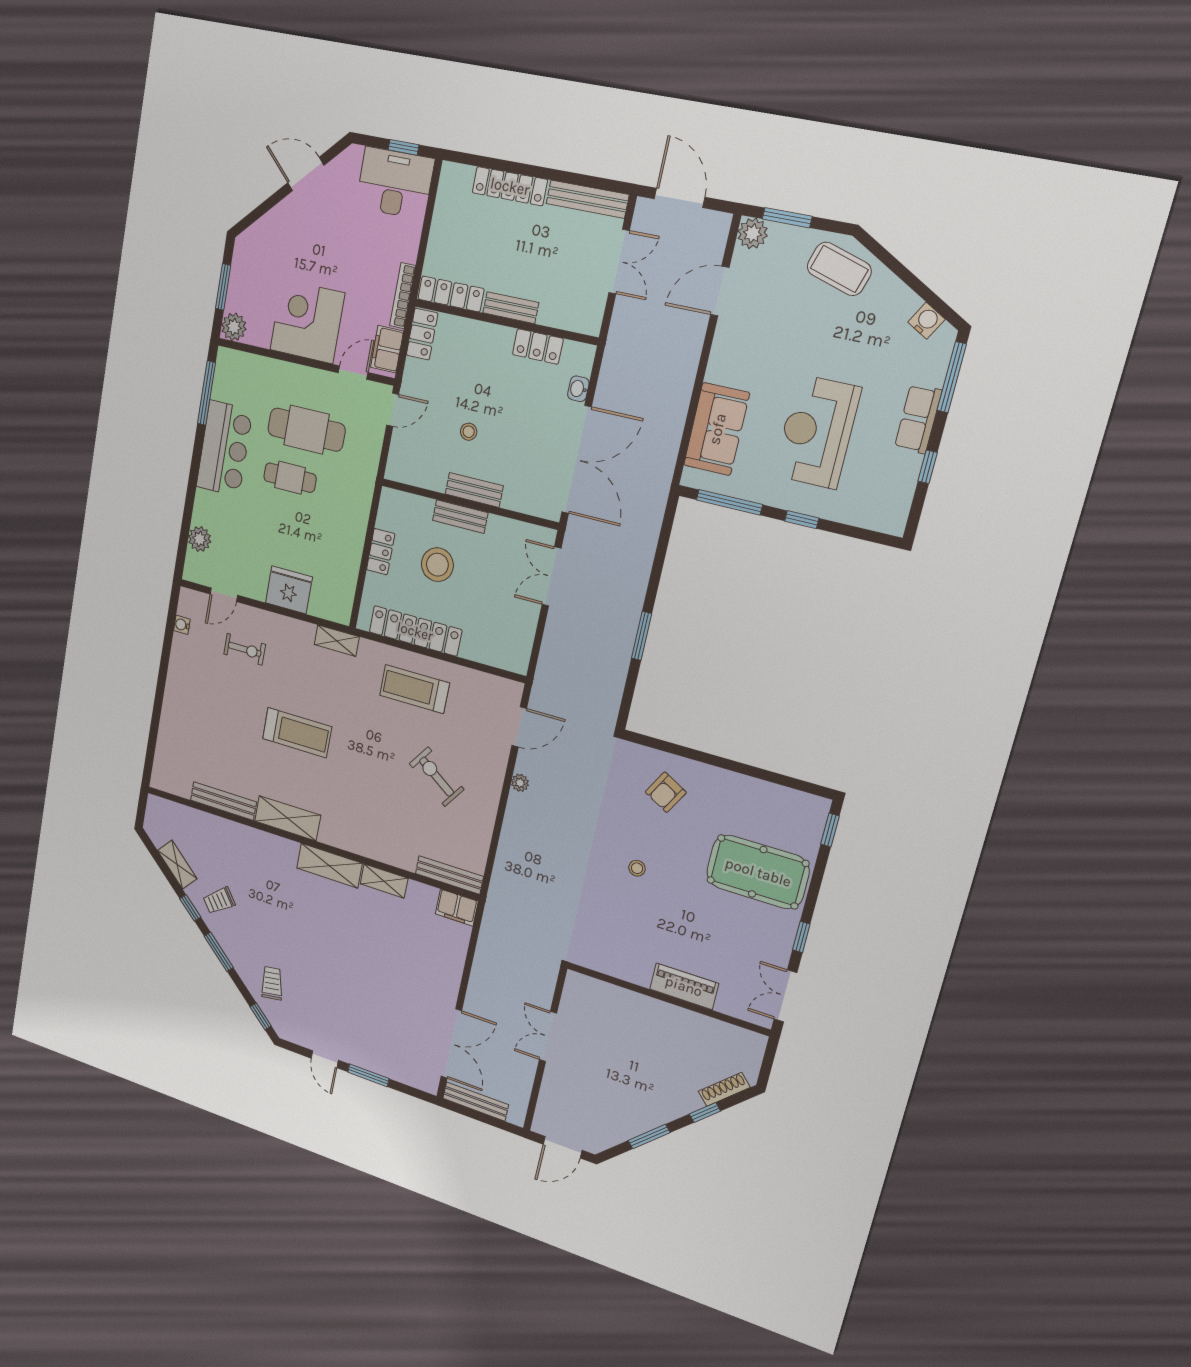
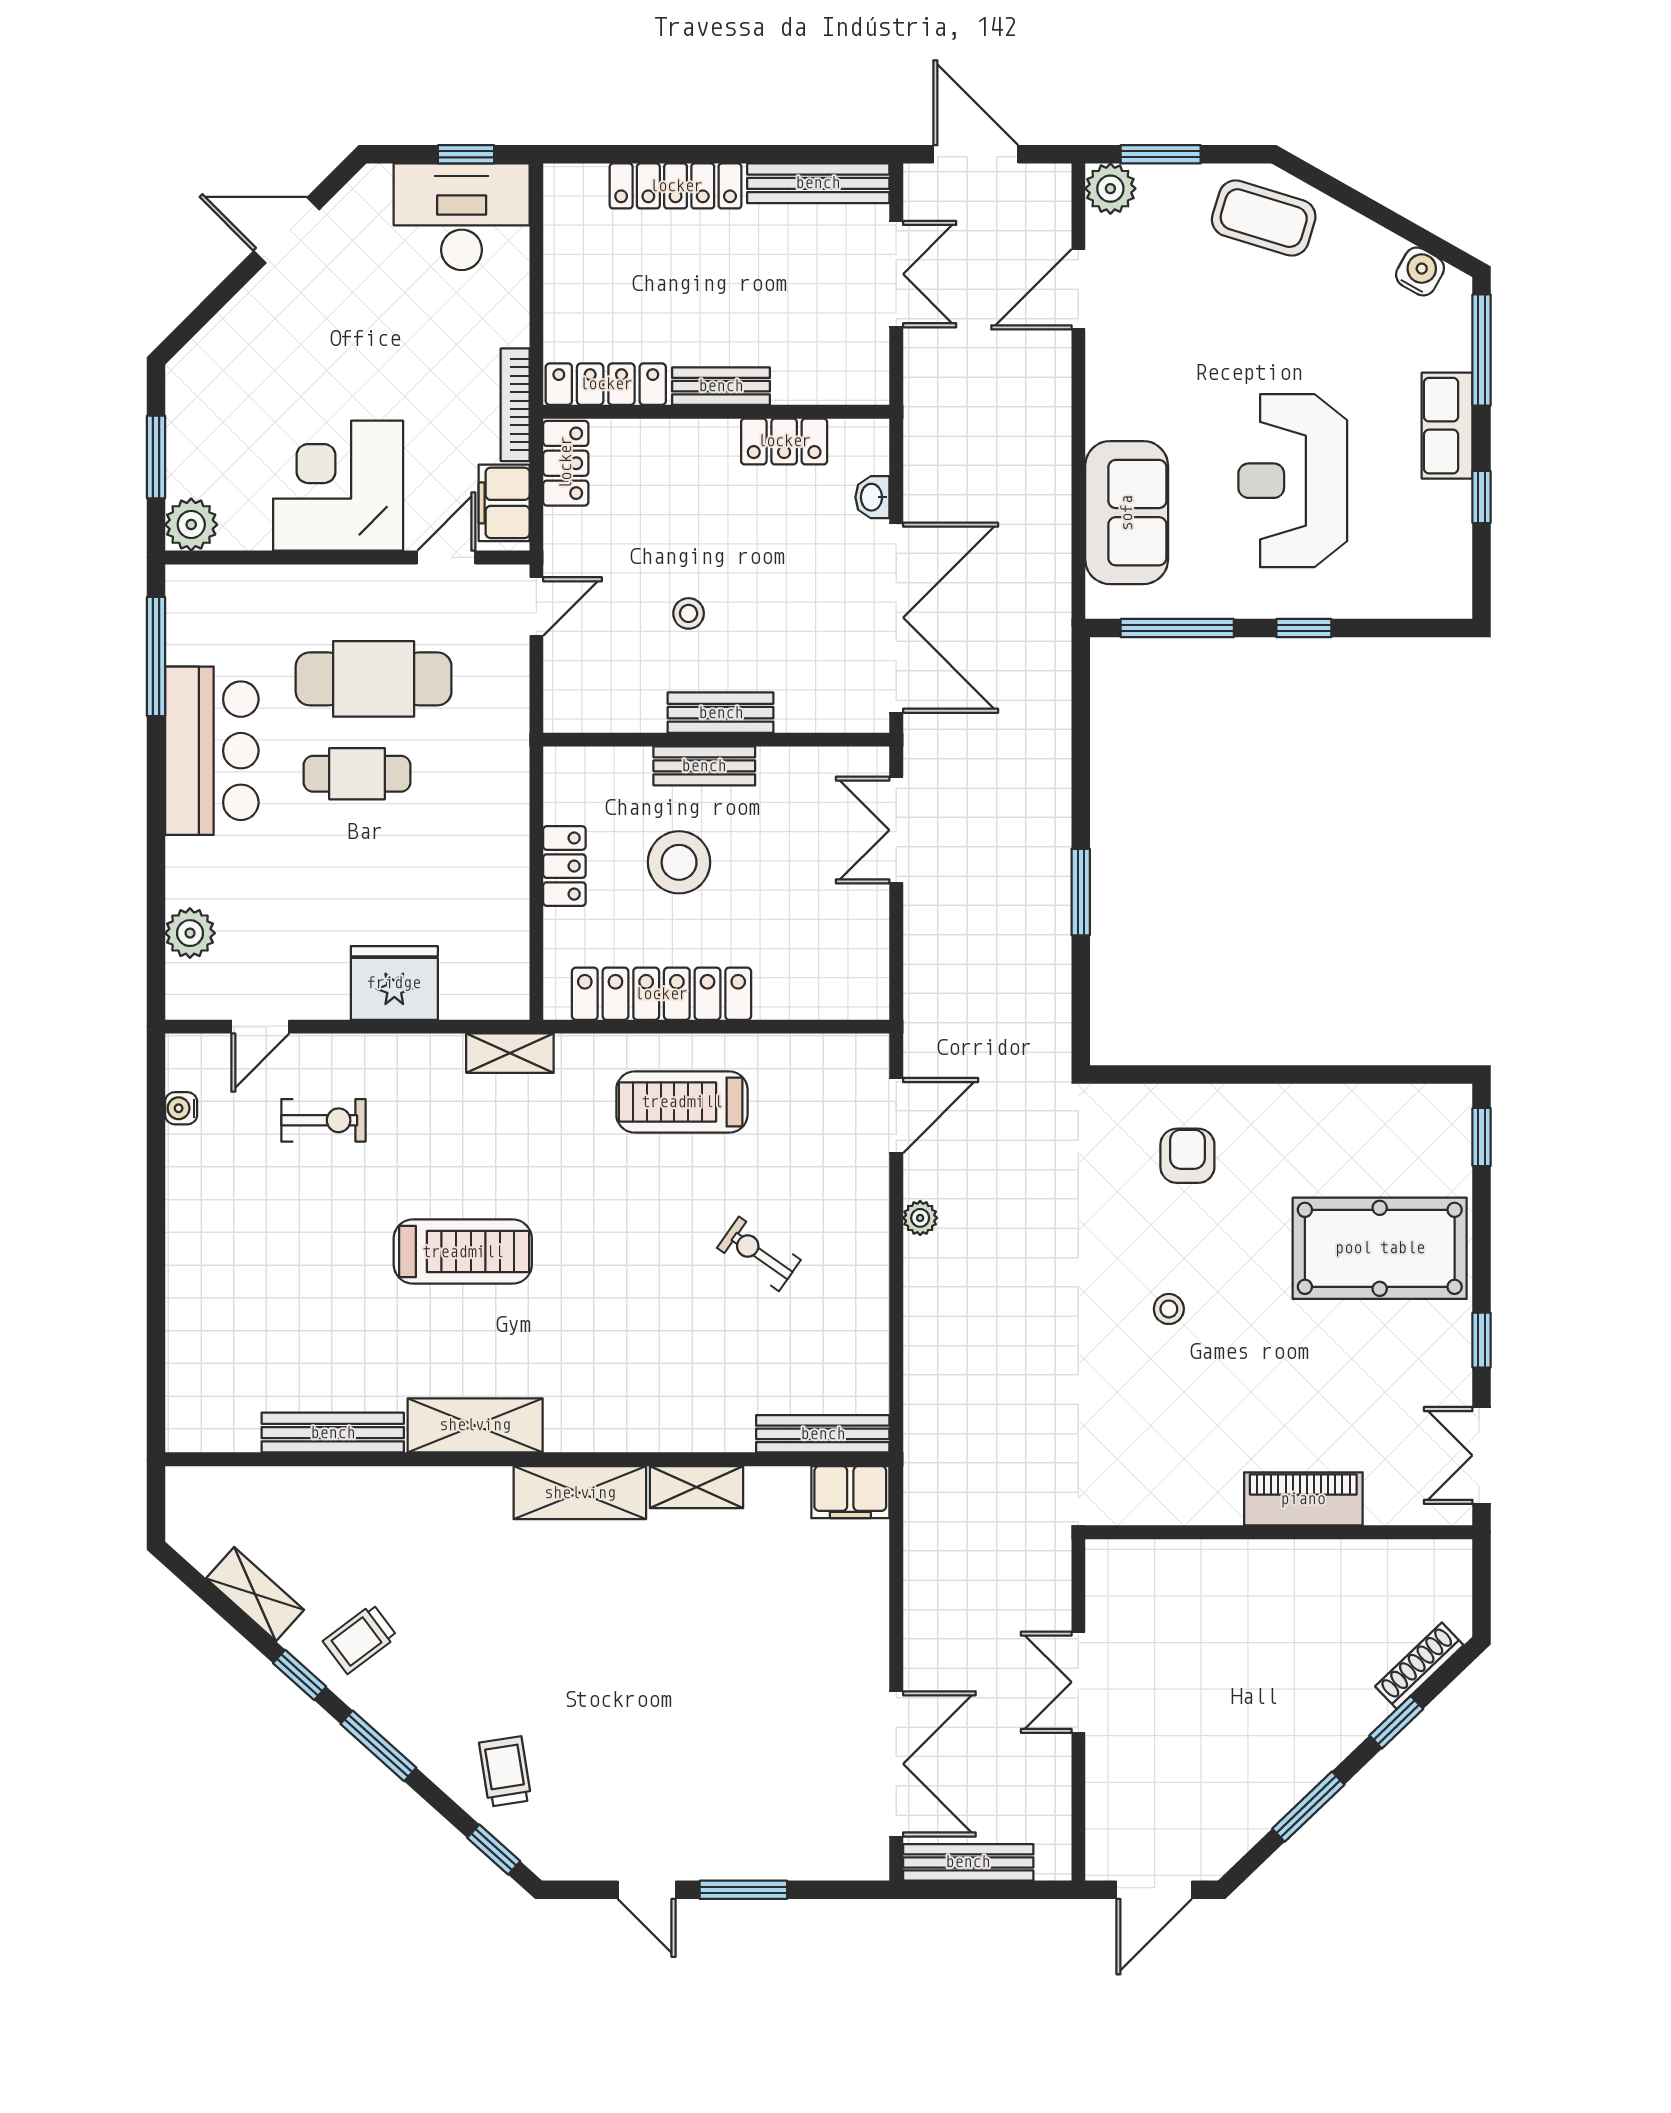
exercise bike: (437, 777) -> (759, 1254), width x0.73, depth x0.72
armchair: (666, 792) -> (1187, 1156), turned 151

